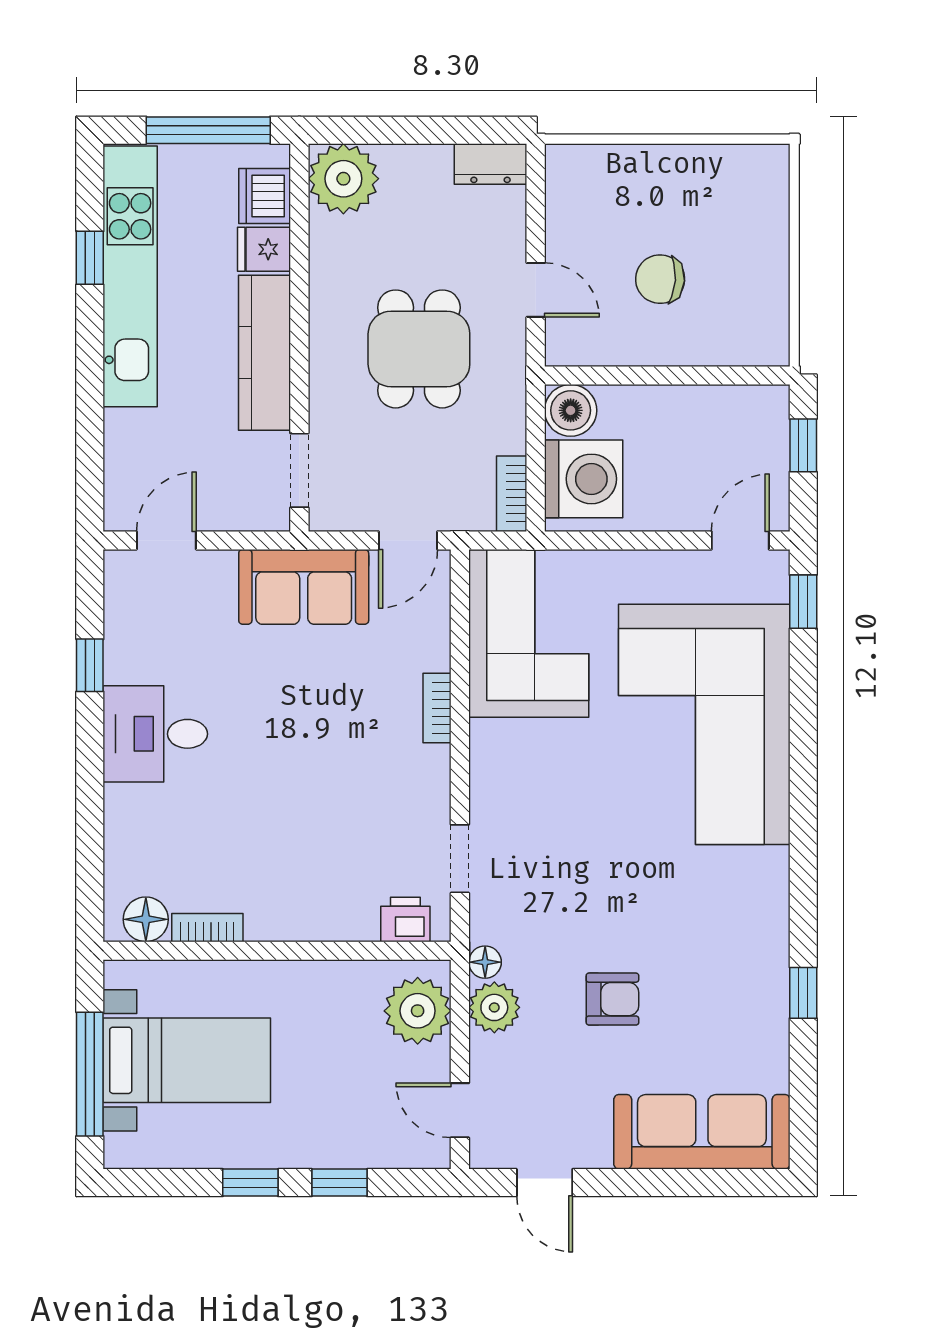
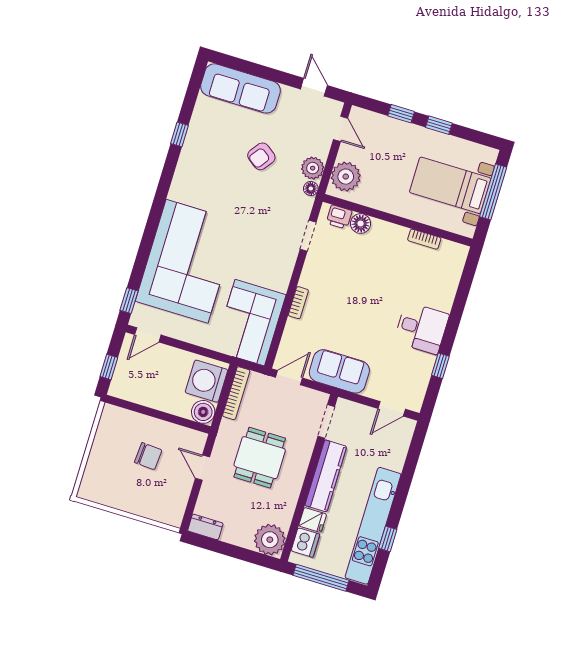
bookcase: (512, 494) -> (236, 393), width x1.56
floor lamp: (146, 919) -> (361, 224), moved
armchair: (612, 999) -> (261, 156), turned -54

